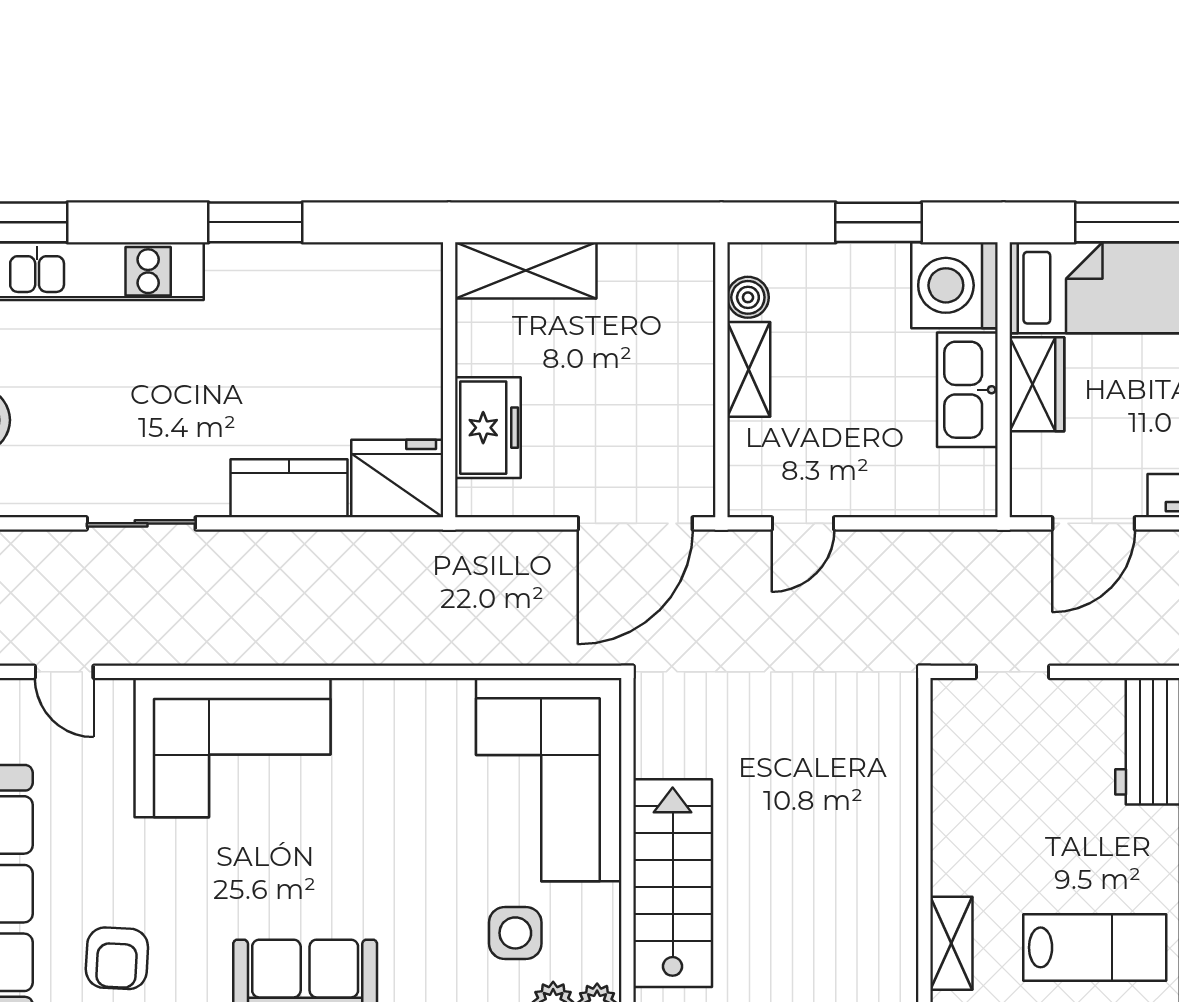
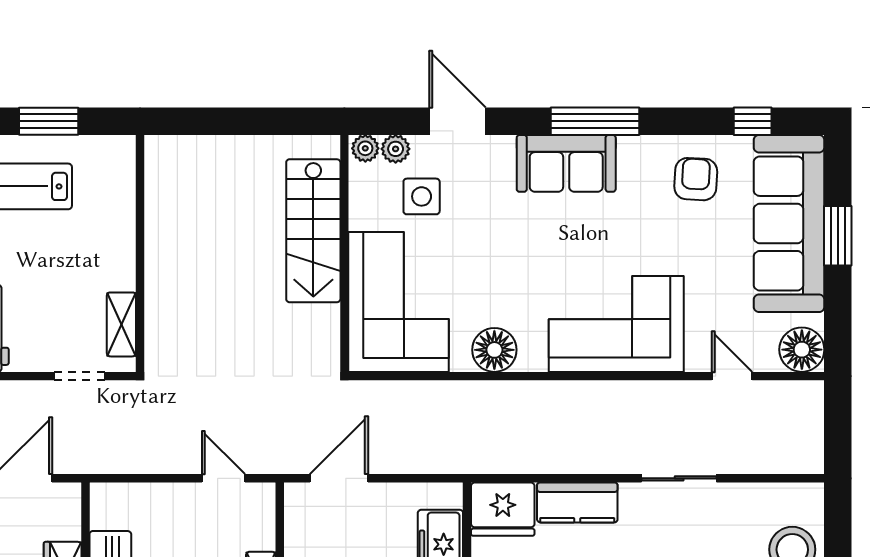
door: (635, 523) -> (339, 478), width x0.73
door: (803, 523) -> (223, 478), hinge flipped
floor lamp: (409, 710) -> (494, 350), added
shelving: (951, 943) -> (121, 324), moved

